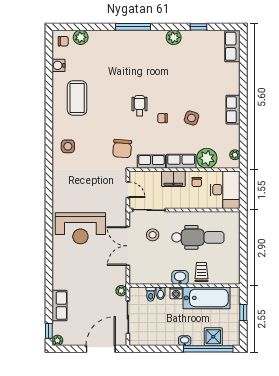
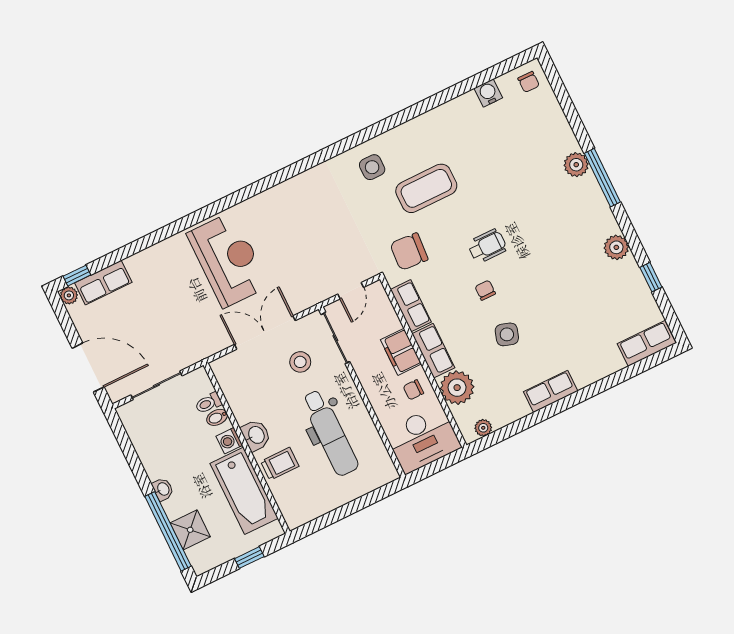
plant: (81, 37) -> (576, 165), moved
coffee table: (77, 98) -> (426, 188), moved
reception desk: (80, 228) -> (228, 260), moved, turned 180
plant: (121, 291) -> (192, 356), removed
row of seats: (60, 305) -> (103, 283), moved

